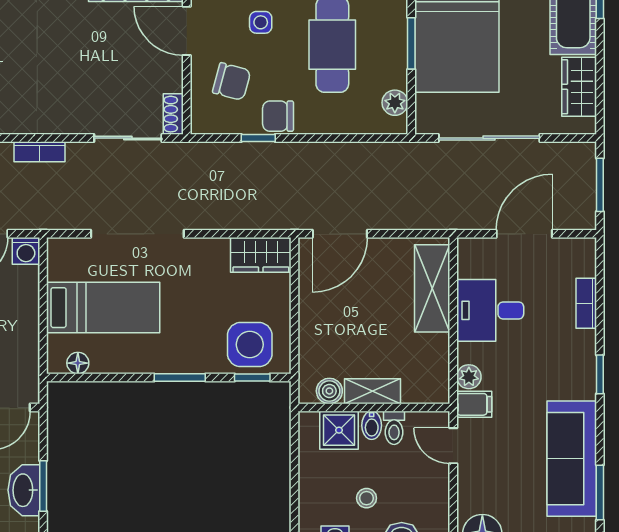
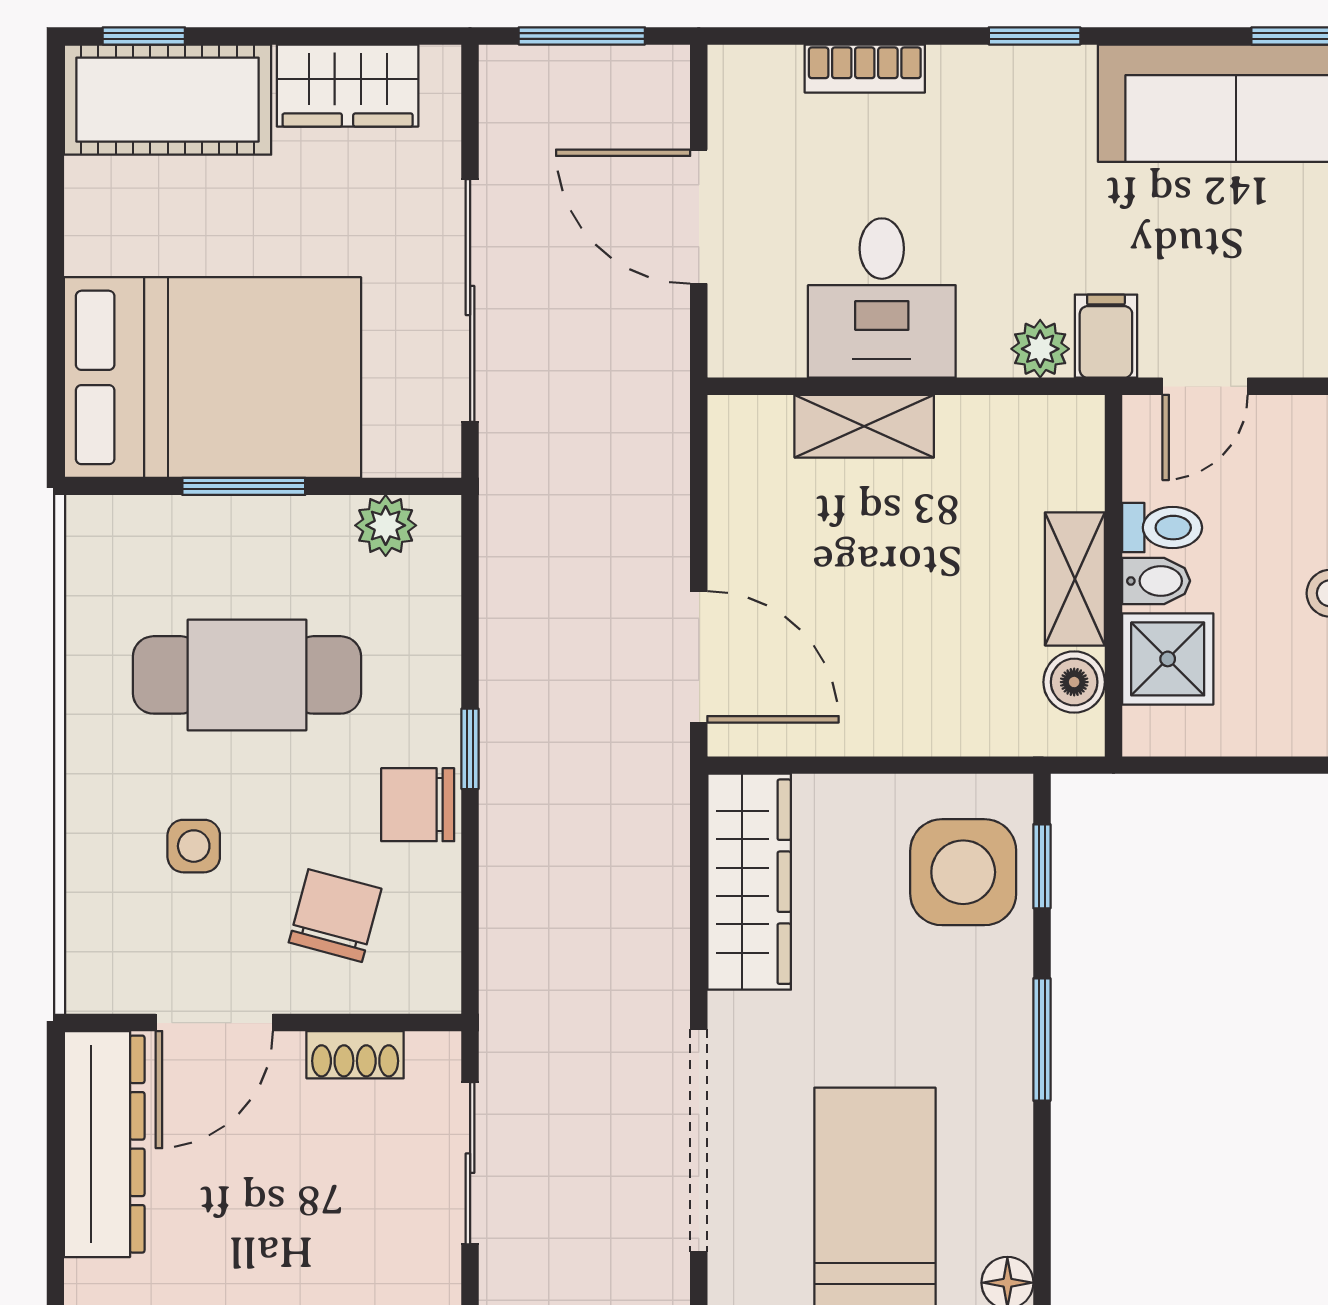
shoe rack: (173, 114) -> (355, 1055), moved
chair: (278, 116) -> (418, 805), turned 90
window: (258, 138) -> (470, 749), moved
wardrobe: (261, 255) -> (749, 882), width x1.50
shelving: (432, 288) -> (864, 426), width x0.67, depth x0.75

